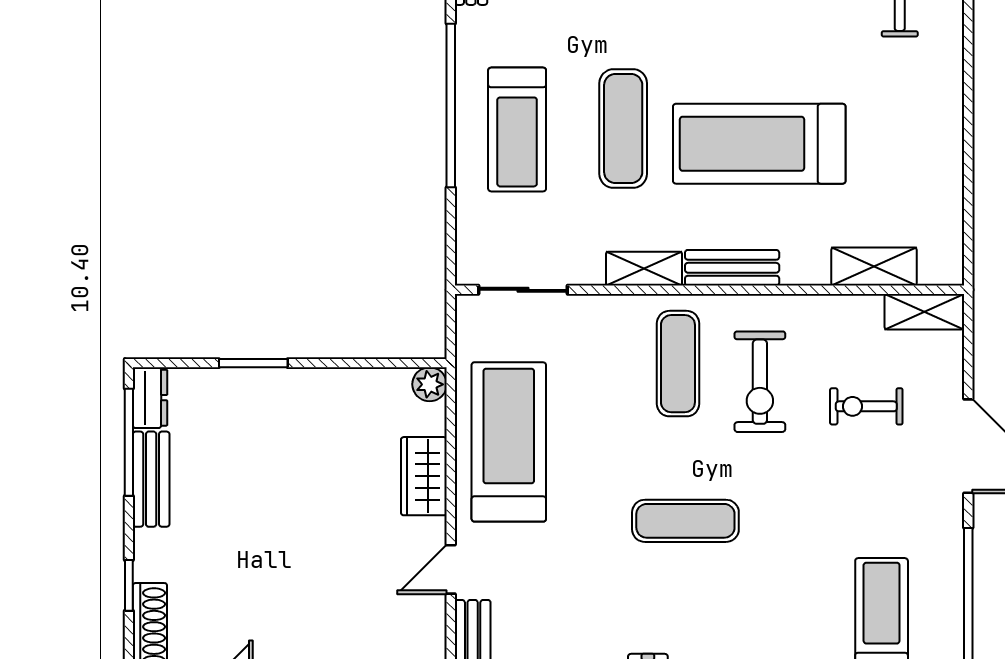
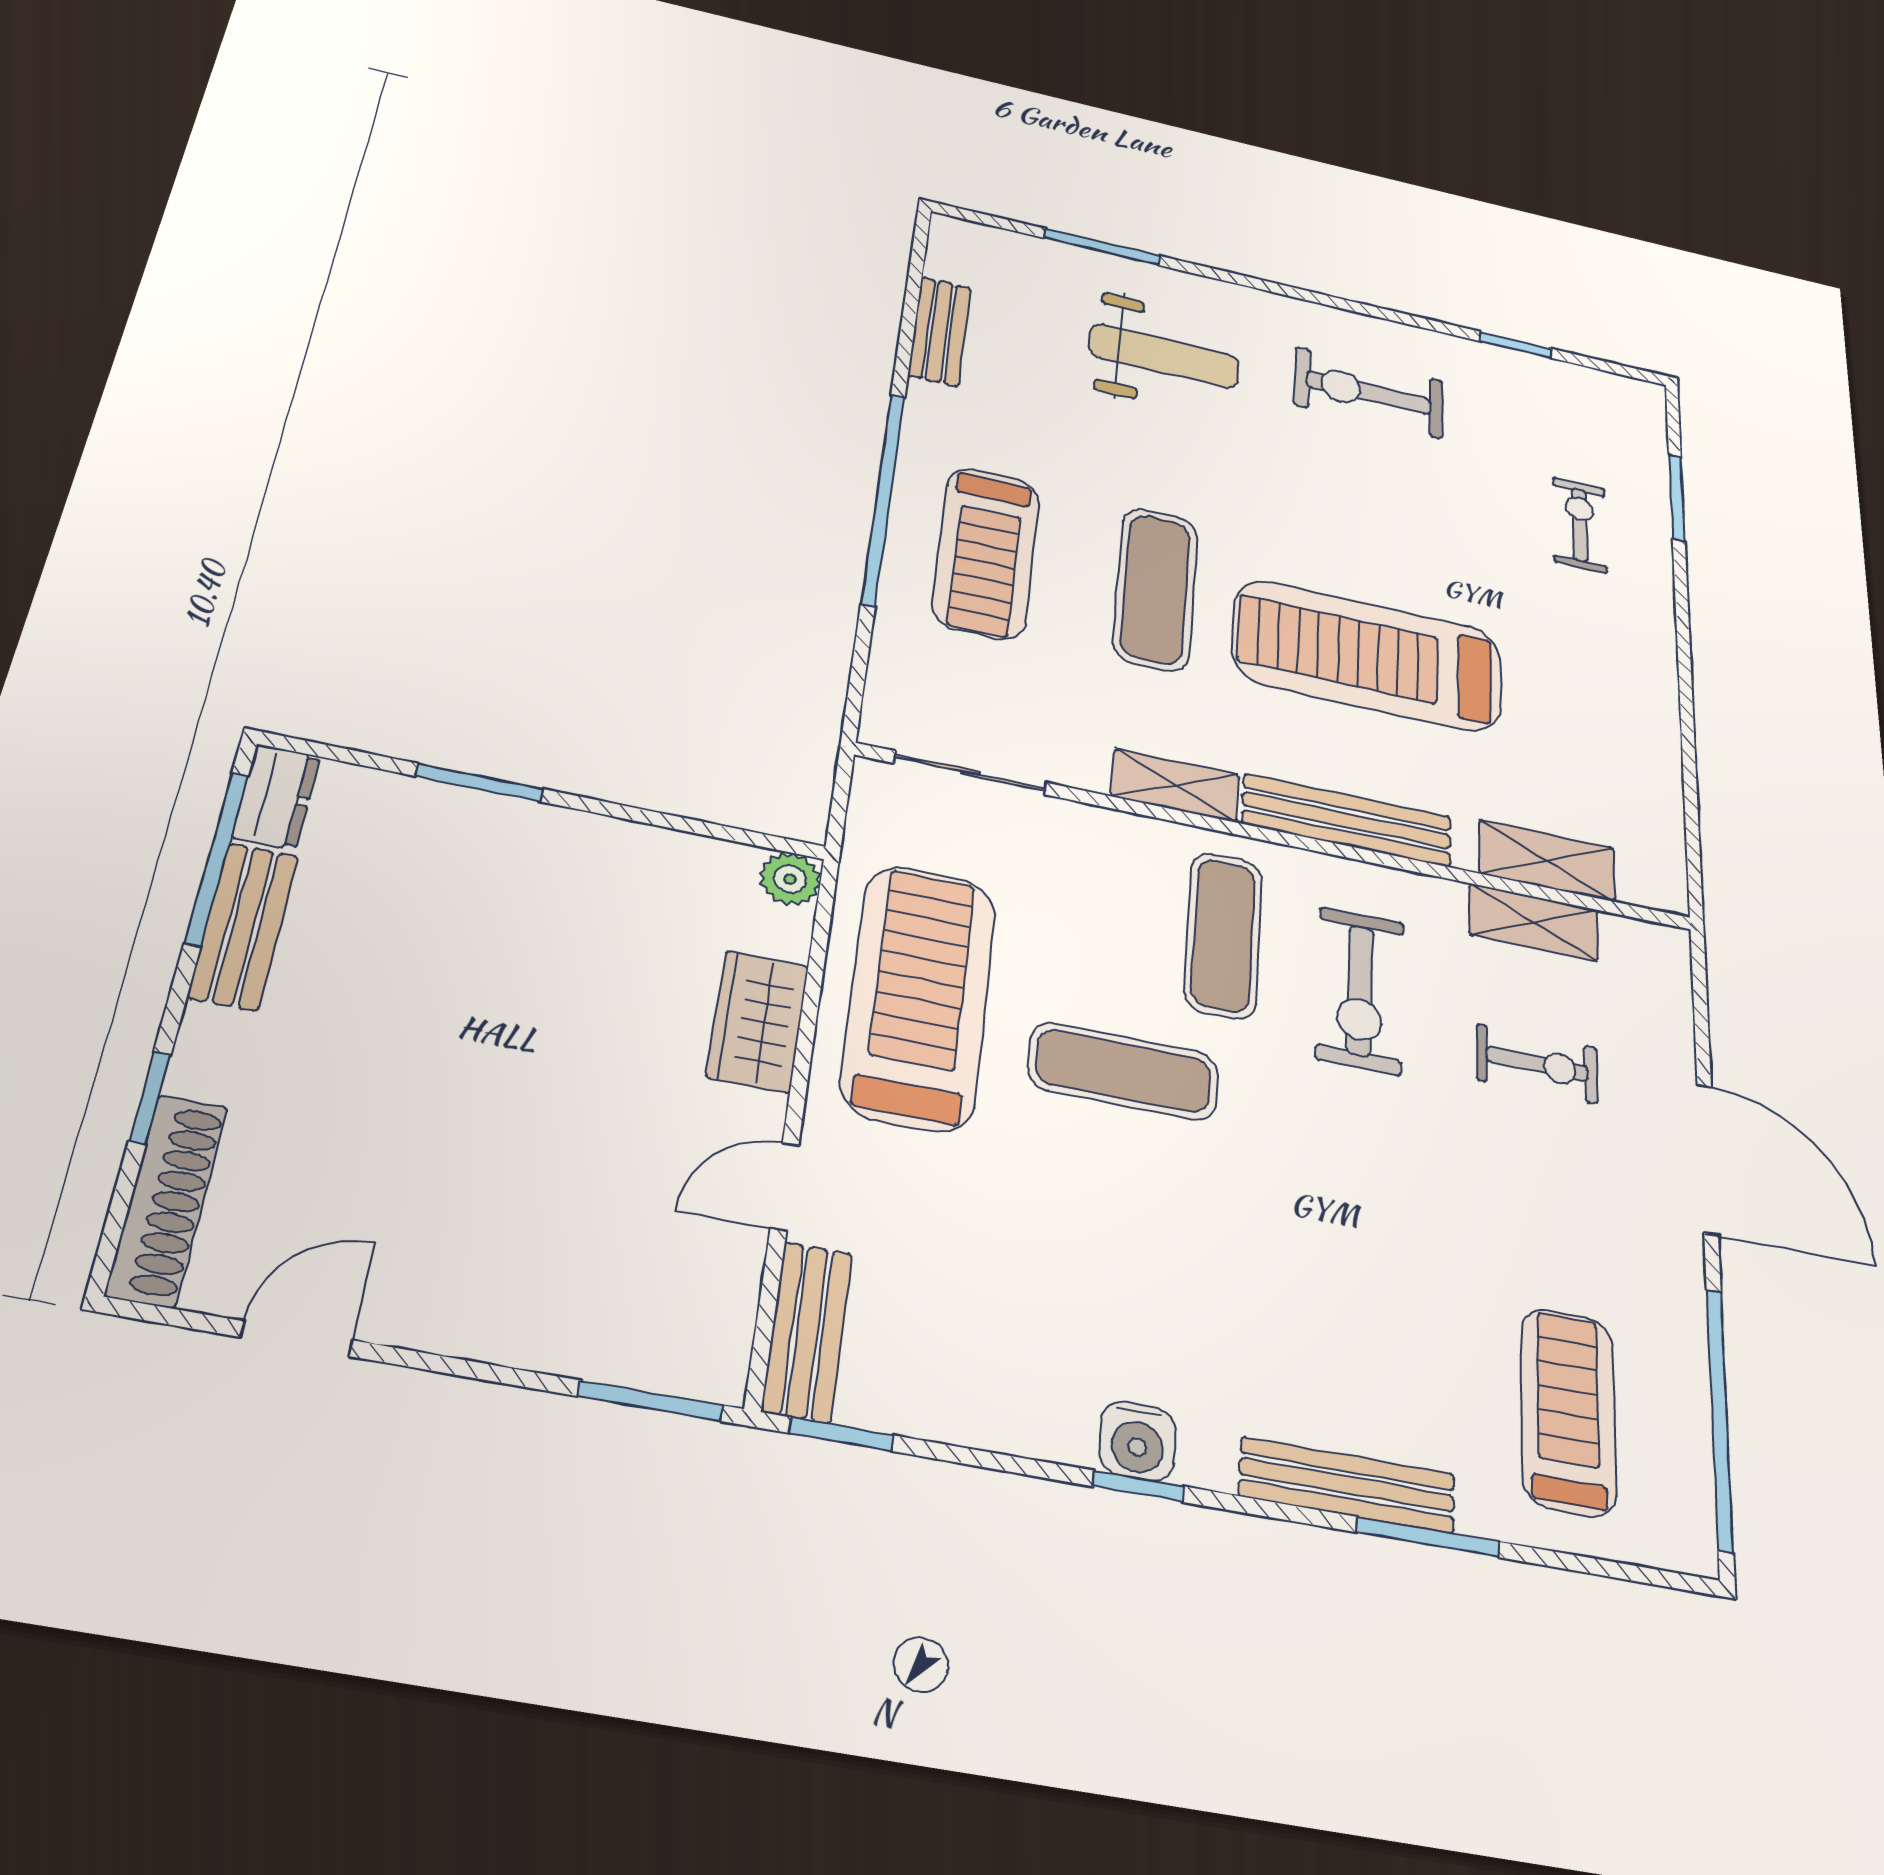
bench: (732, 268) -> (1347, 820), width x1.36
shelving: (924, 312) -> (1534, 922), moved
exercise bike: (866, 406) -> (1537, 1064), turned 180
exercise mat: (685, 521) -> (1124, 1071), moved

